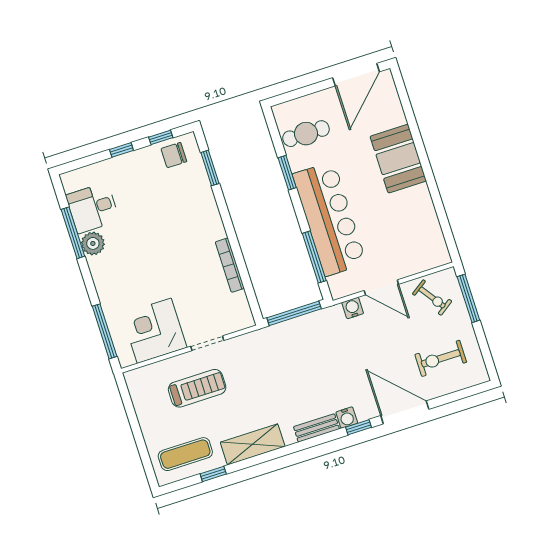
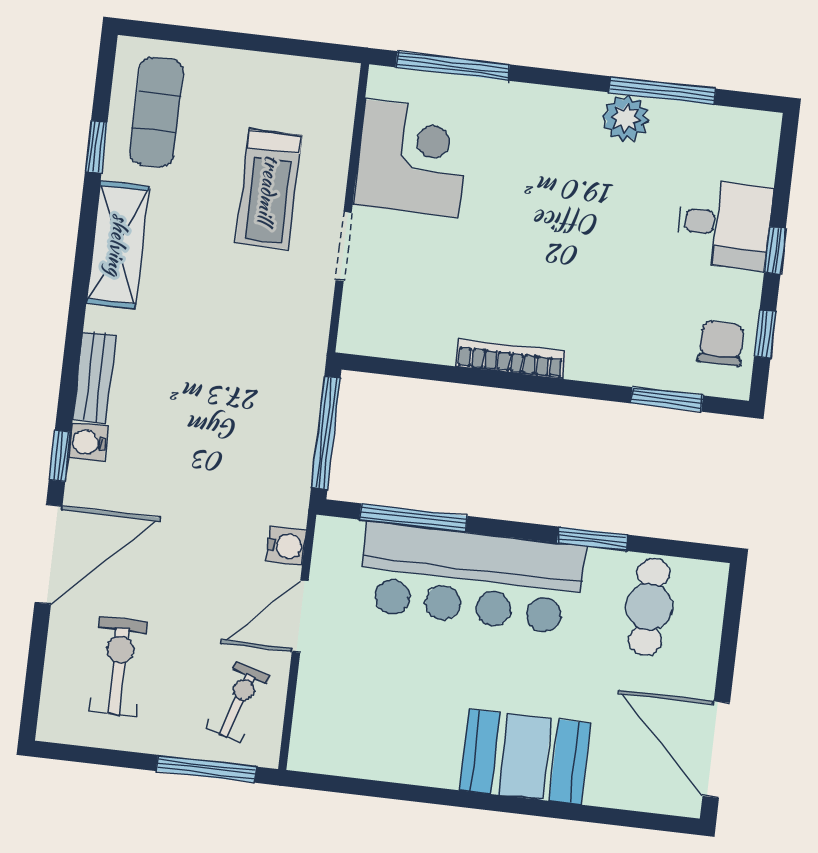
desk: (93, 208) -> (724, 224), moved, turned 90
bookcase: (230, 265) -> (511, 359), moved
exercise bike: (432, 298) -> (238, 702), turned 142

